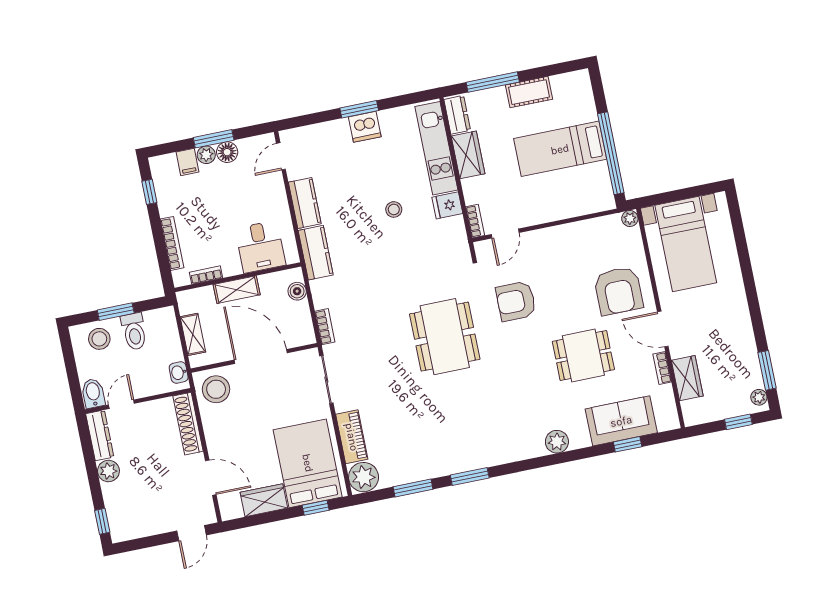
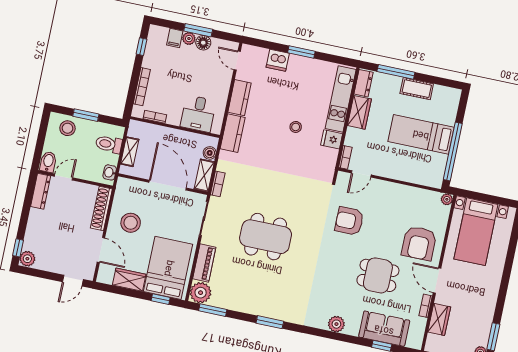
dishwasher: (365, 127) -> (278, 60), moved
door: (281, 156) -> (237, 61), hinge flipped
shelving: (237, 290) -> (204, 175), moved, turned 90
toilet: (134, 331) -> (109, 144), moved, turned 90
dining table: (445, 337) -> (266, 237), moved, turned 90
stool: (216, 389) -> (131, 223), moved
plant: (108, 471) -> (27, 259), moved
window: (413, 488) -> (213, 310), moved

